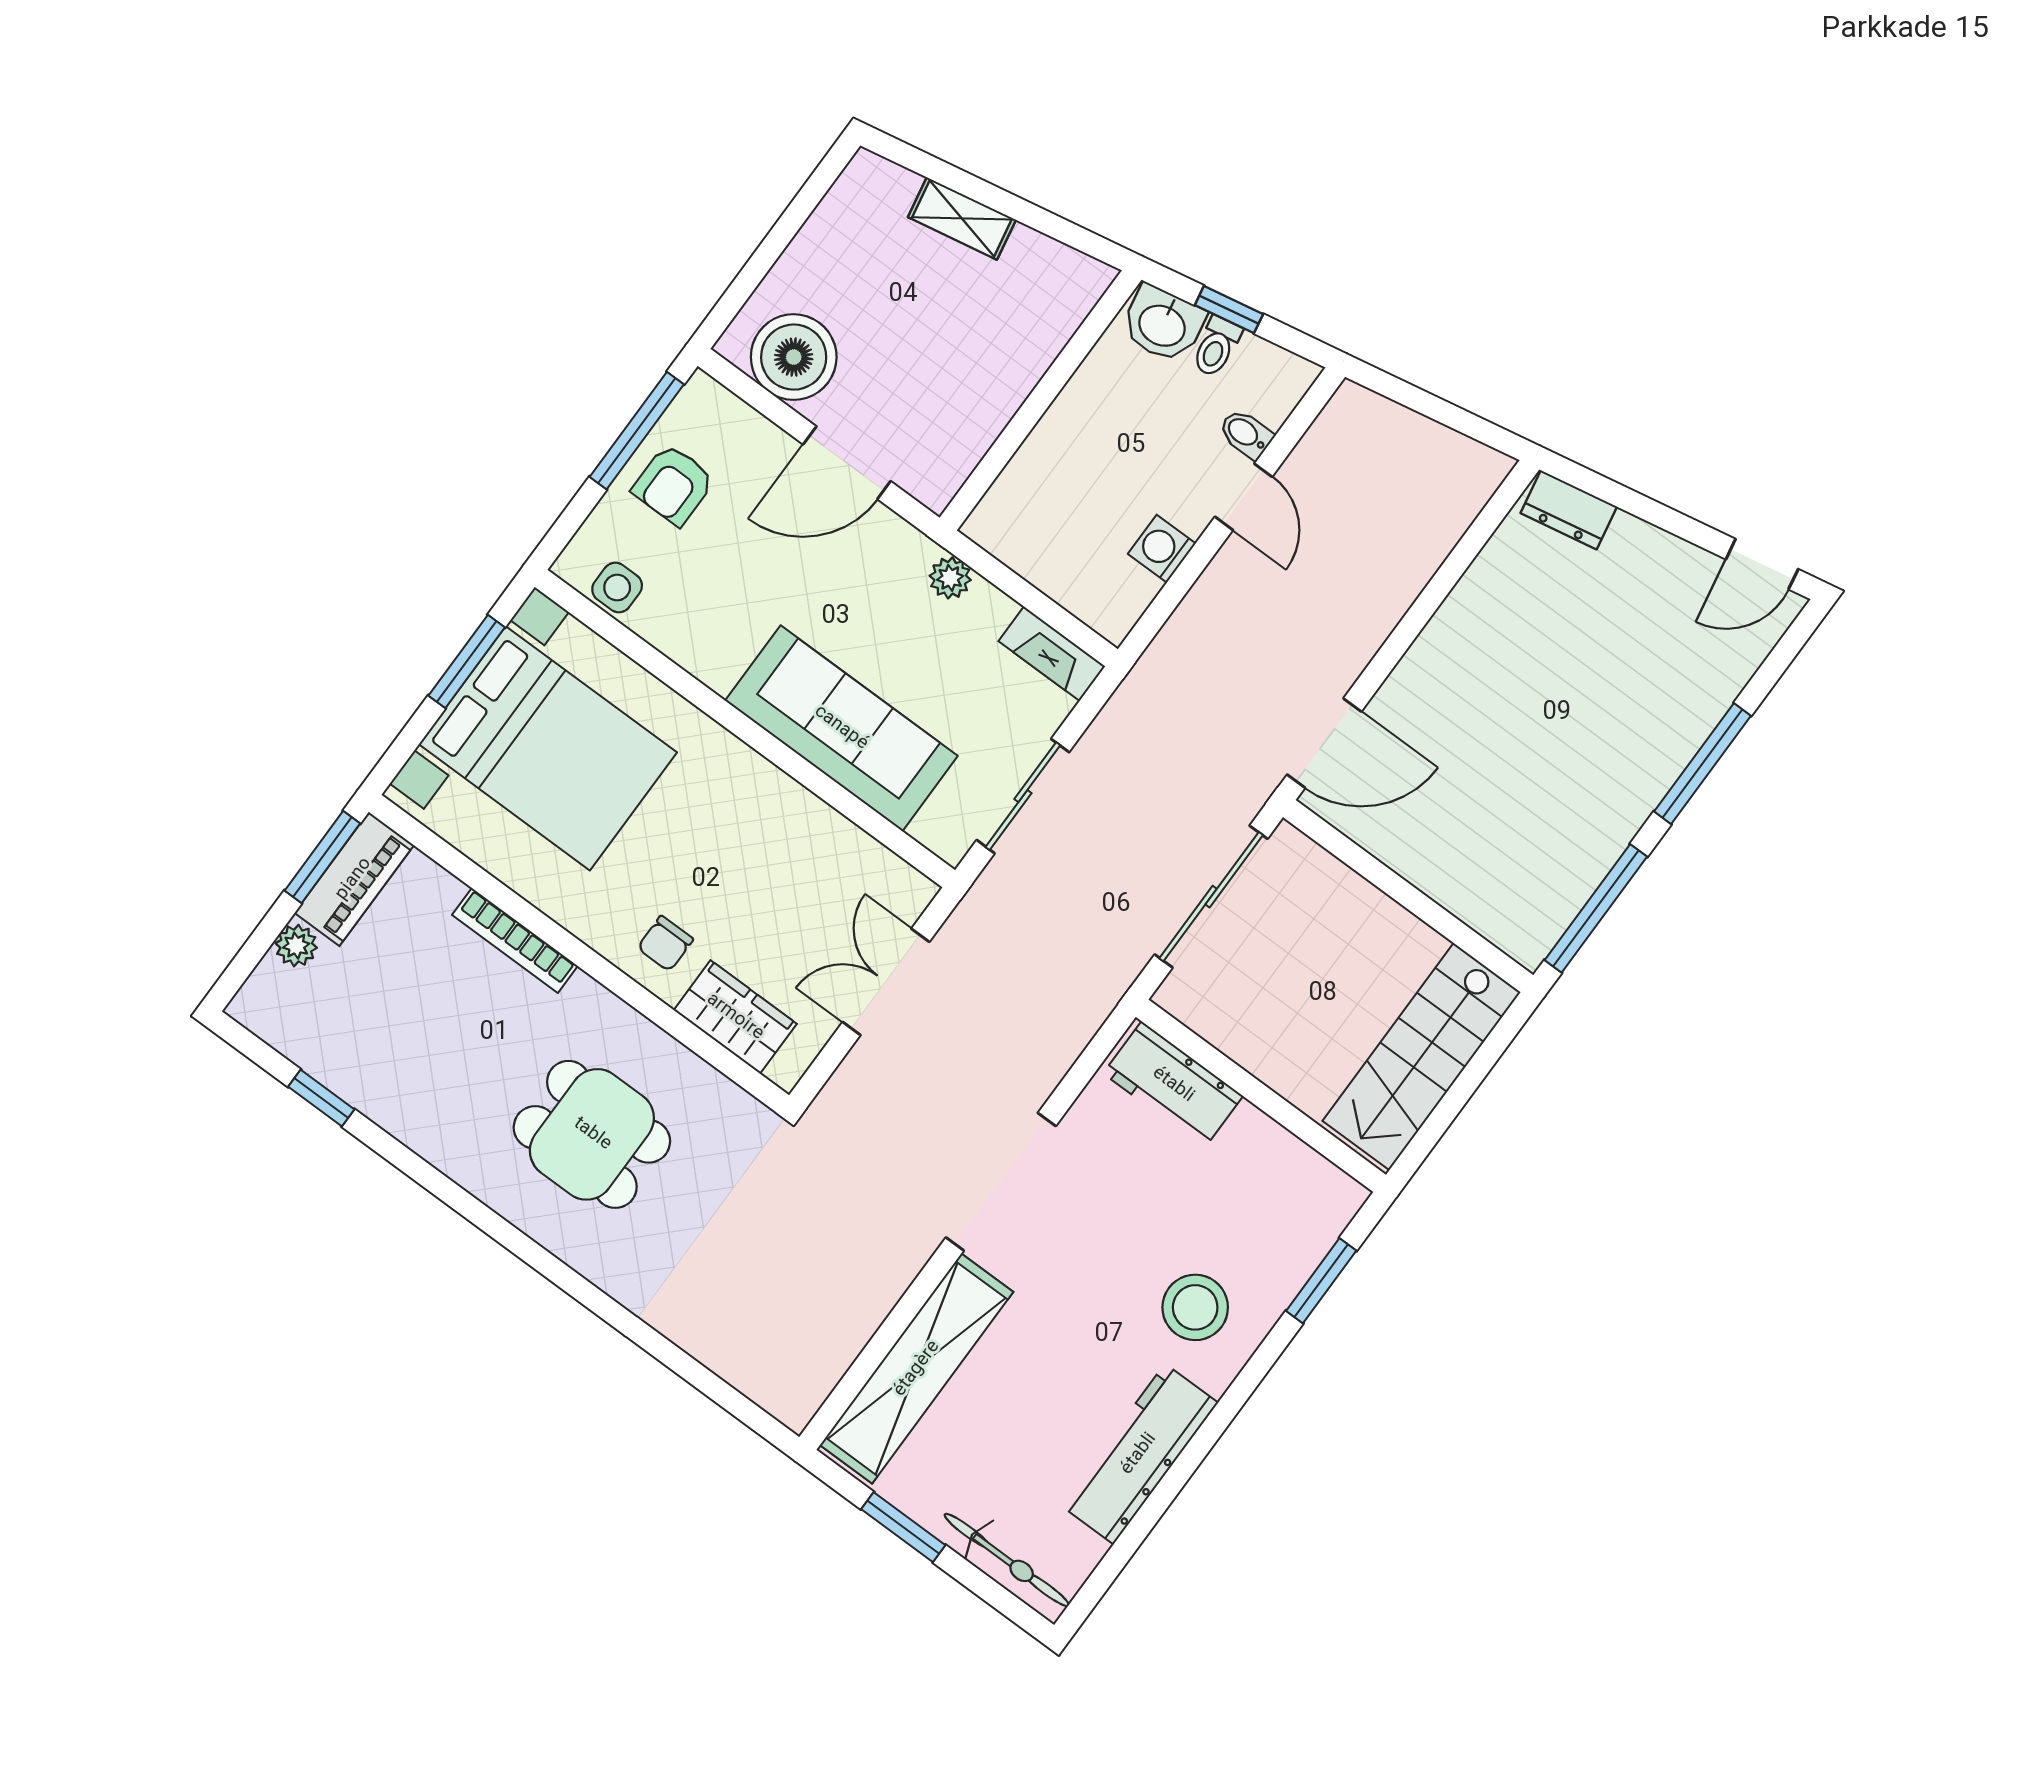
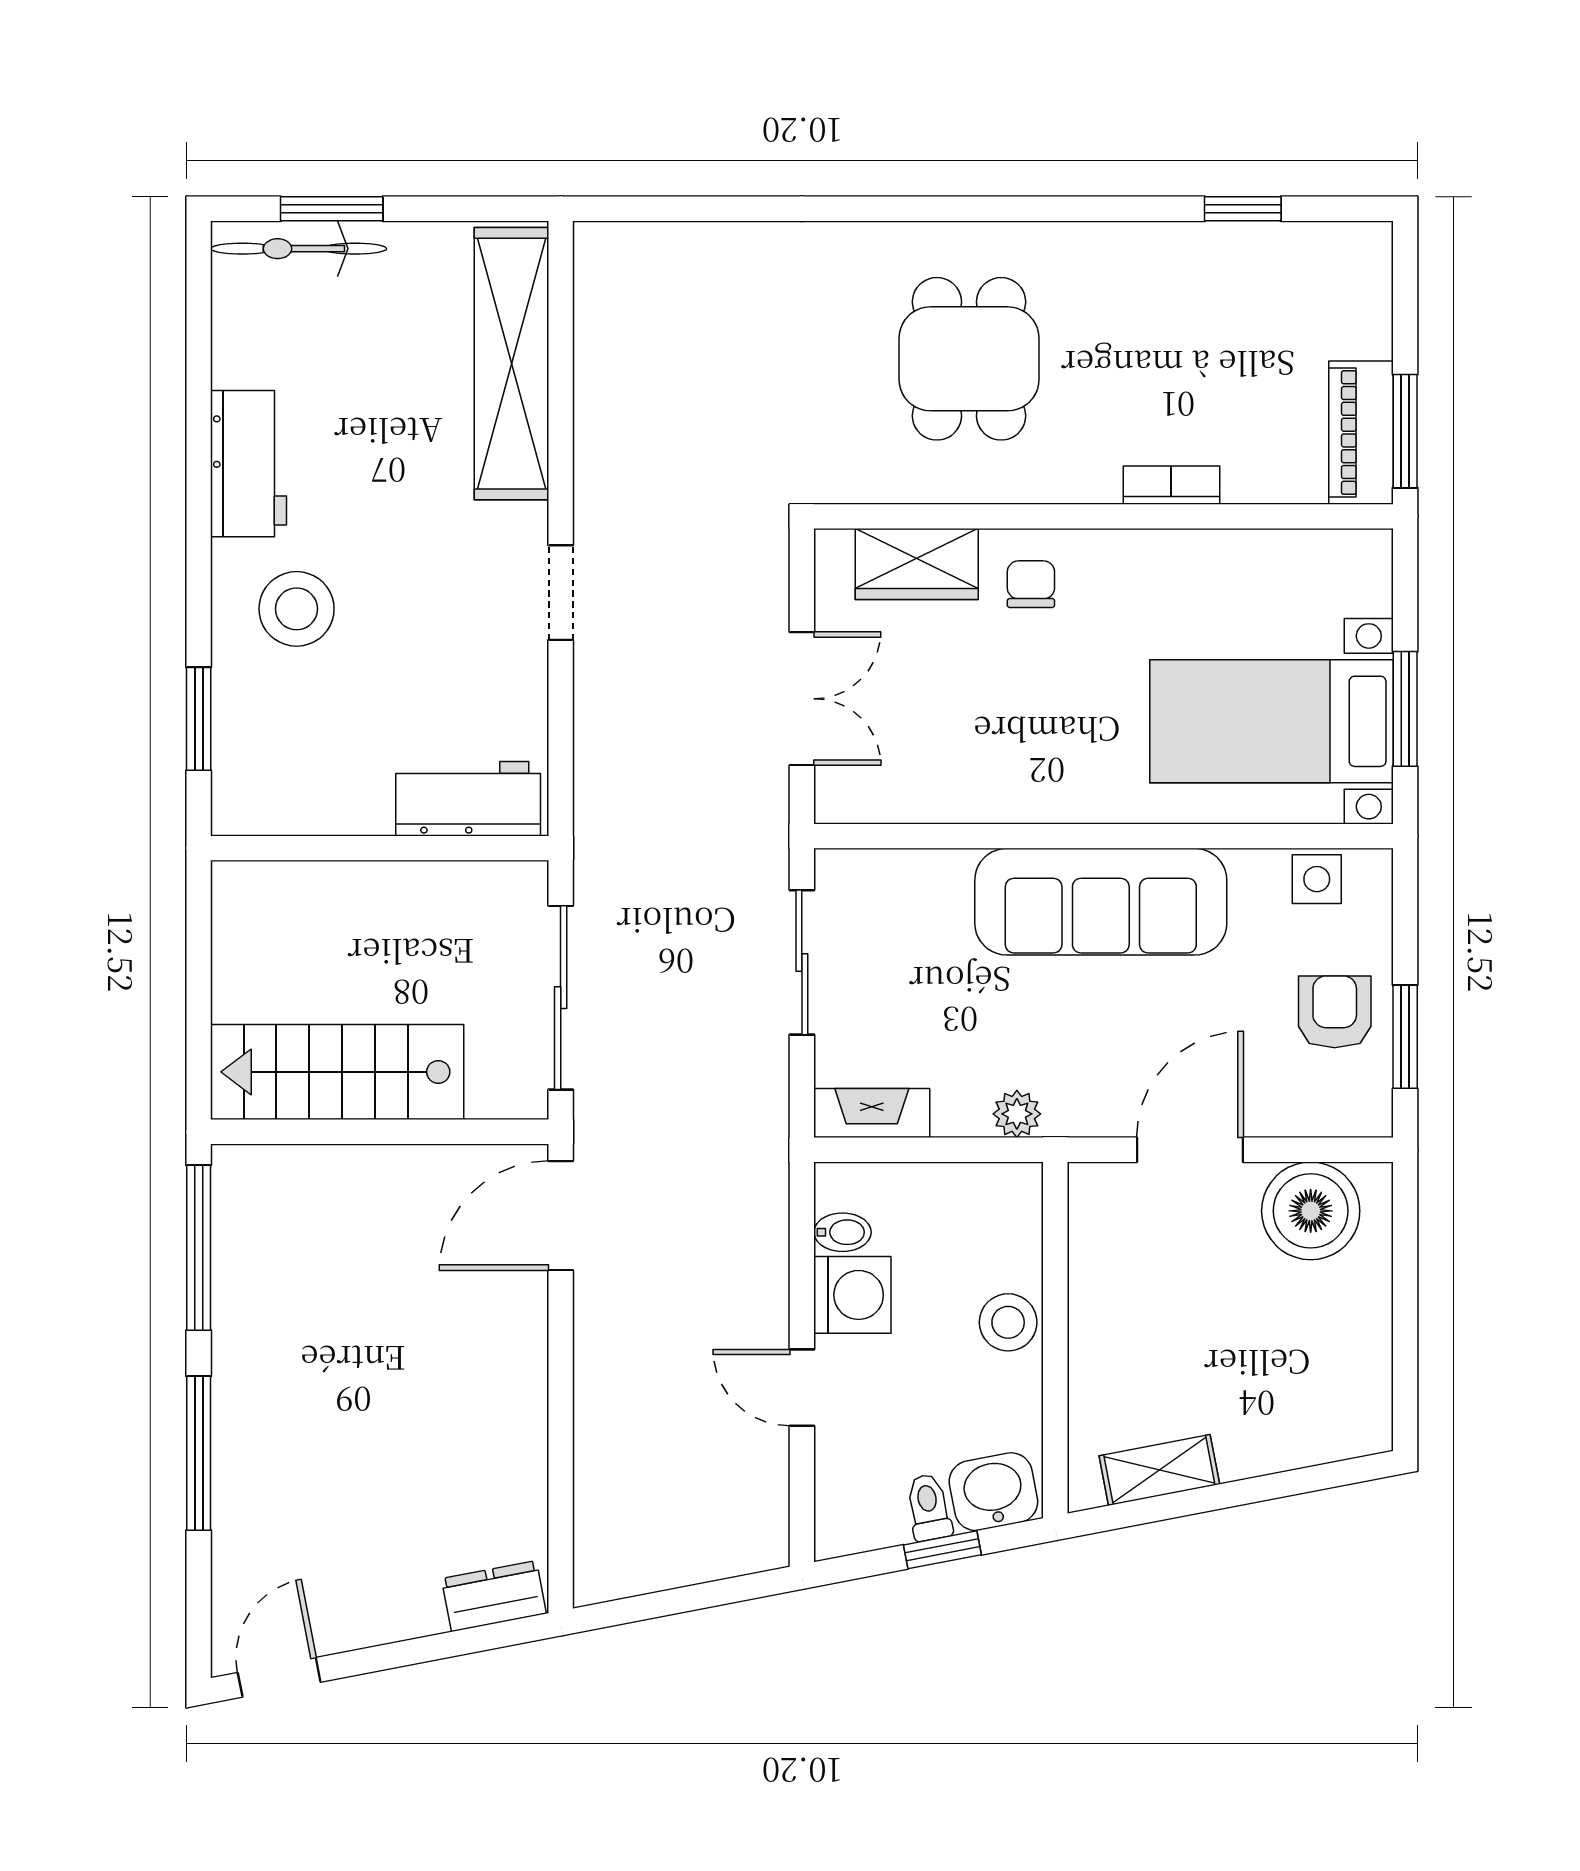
shelving: (962, 218) -> (1159, 1470), moved
window: (637, 431) -> (1405, 1037), width x0.69
bidet: (1246, 434) -> (843, 1232), moved
stool: (1065, 436) -> (1008, 1322), added
washing machine: (1162, 549) -> (852, 1295), width x1.38, depth x1.38
sofa: (841, 728) -> (1101, 902), moved
bed with nightstands: (548, 748) -> (1271, 721), width x0.73
bookcase: (515, 940) -> (1171, 485), width x0.64
plant: (296, 946) -> (1369, 332), removed
stairs: (1422, 1057) -> (337, 1072), moved, turned -90
dining table: (592, 1134) -> (969, 359), turned 90
doorway: (1001, 1182) -> (561, 593), width x0.53
workbench: (1139, 1454) -> (249, 464), width x0.73
window: (903, 1527) -> (332, 209), moved

